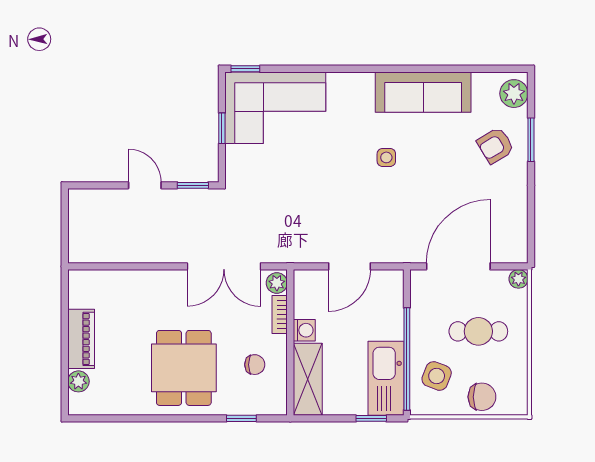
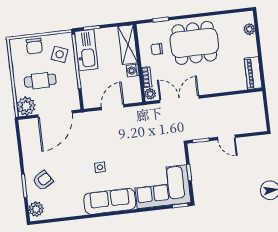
sofa: (423, 92) -> (110, 201), moved
plant: (518, 279) -> (26, 106), width x1.87, depth x1.87
piano: (81, 339) -> (253, 73), moved
dining table: (184, 368) -> (194, 43), width x1.38
chair: (482, 397) -> (34, 46), turned -90

